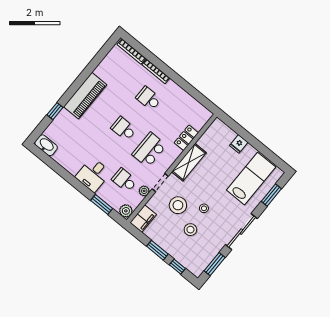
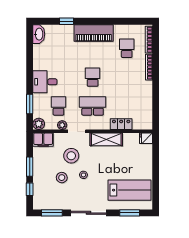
school desk: (149, 98) -> (127, 48), moved
fridge: (239, 144) -> (146, 138), moved

